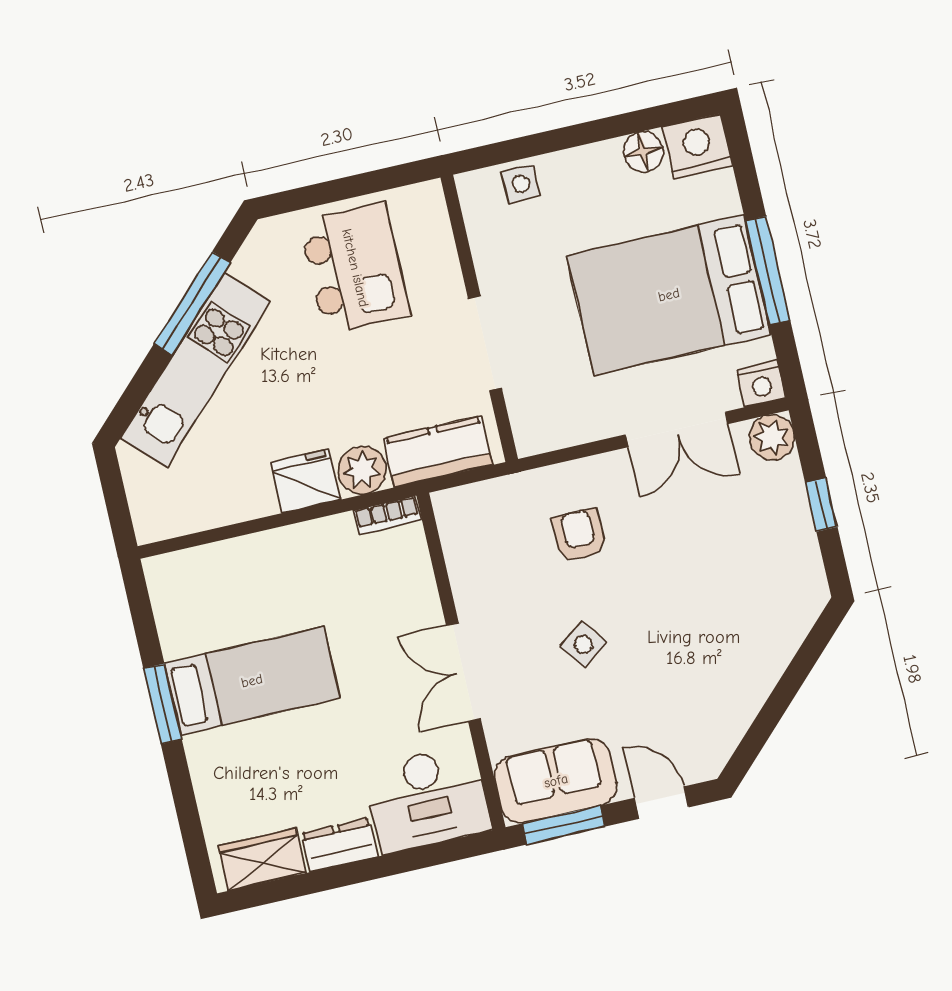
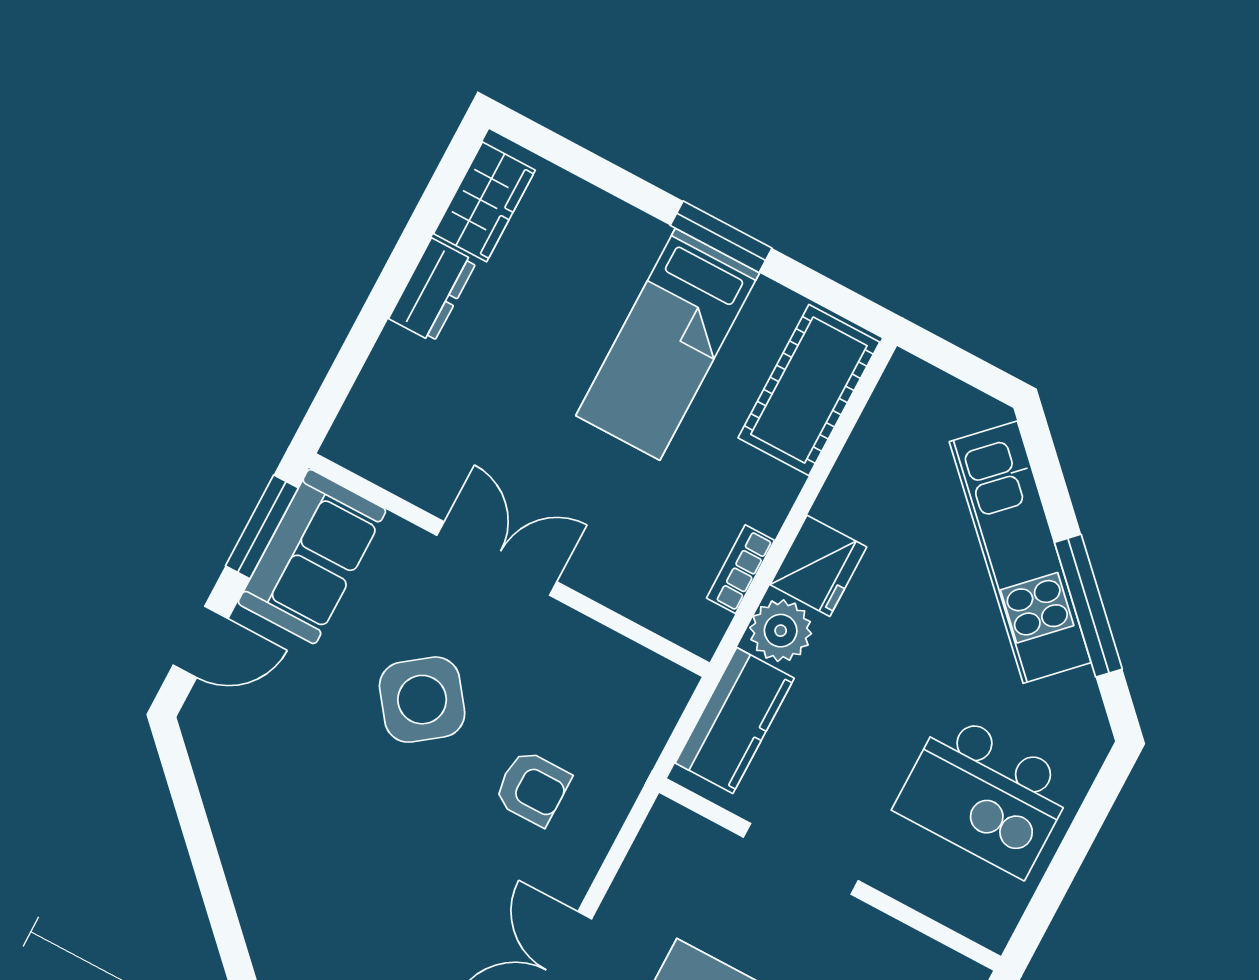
bookcase: (387, 515) -> (740, 569), moved
cot: (208, 575) -> (809, 390), added
side table: (583, 644) -> (422, 700), width x1.87, depth x1.87
desk: (427, 799) -> (403, 415), removed

